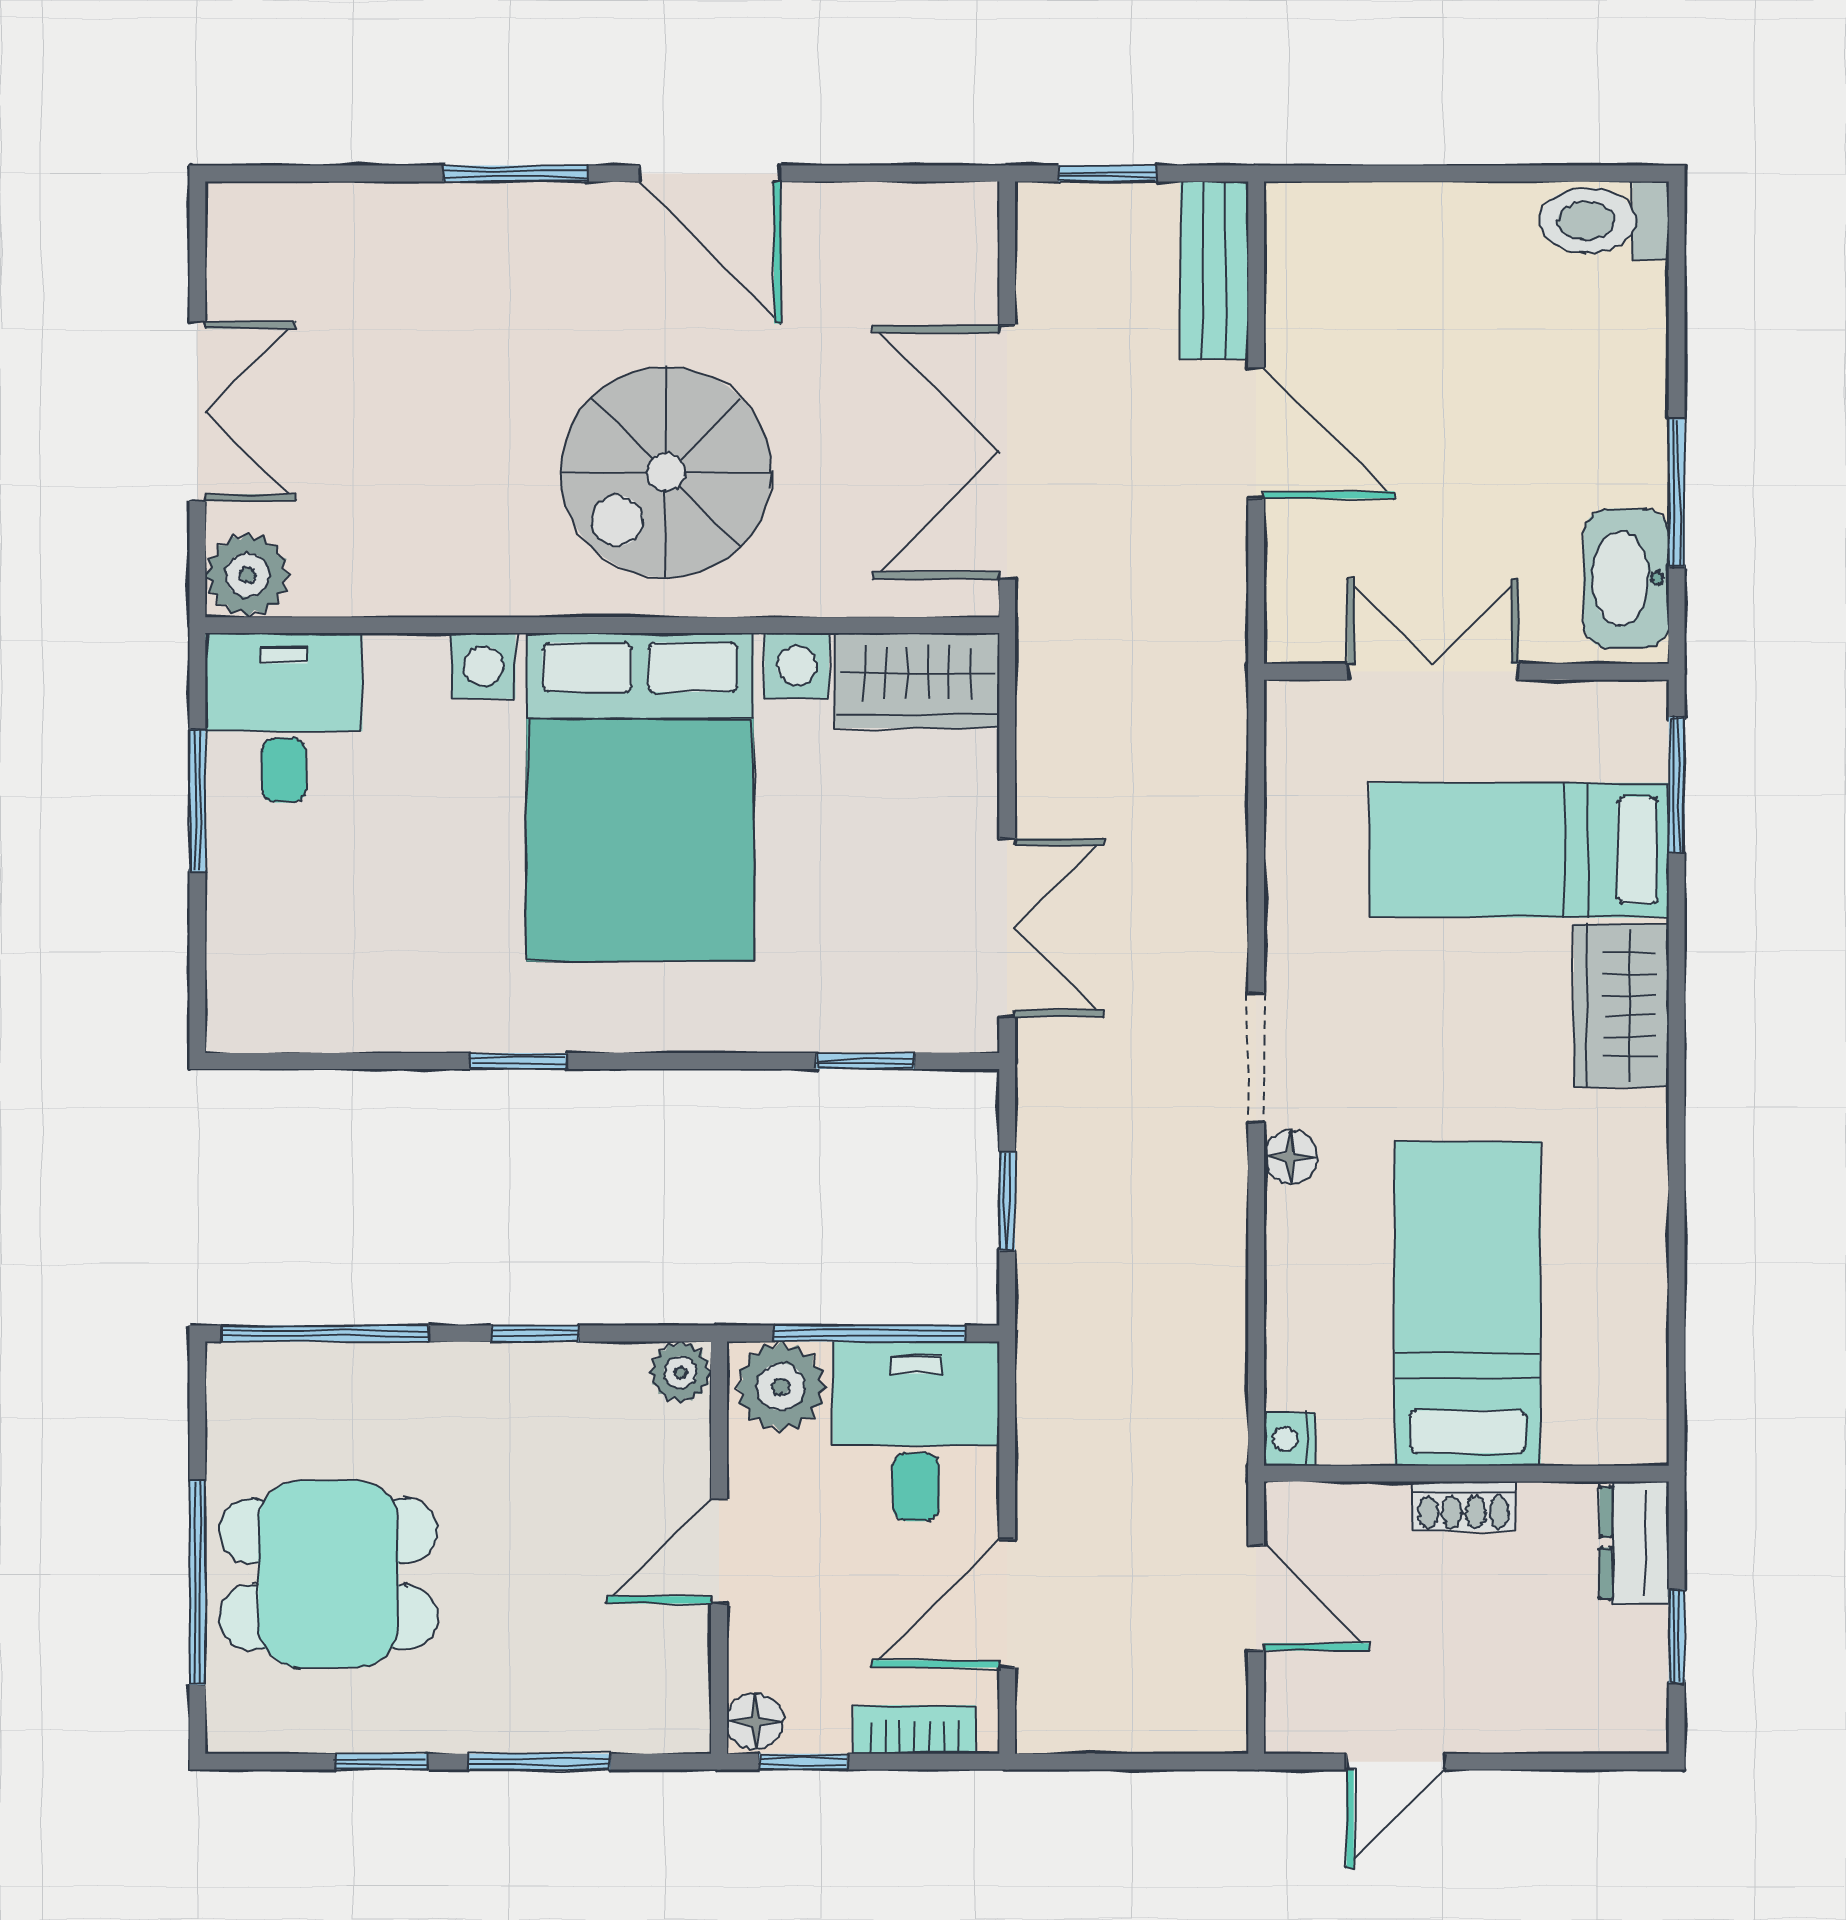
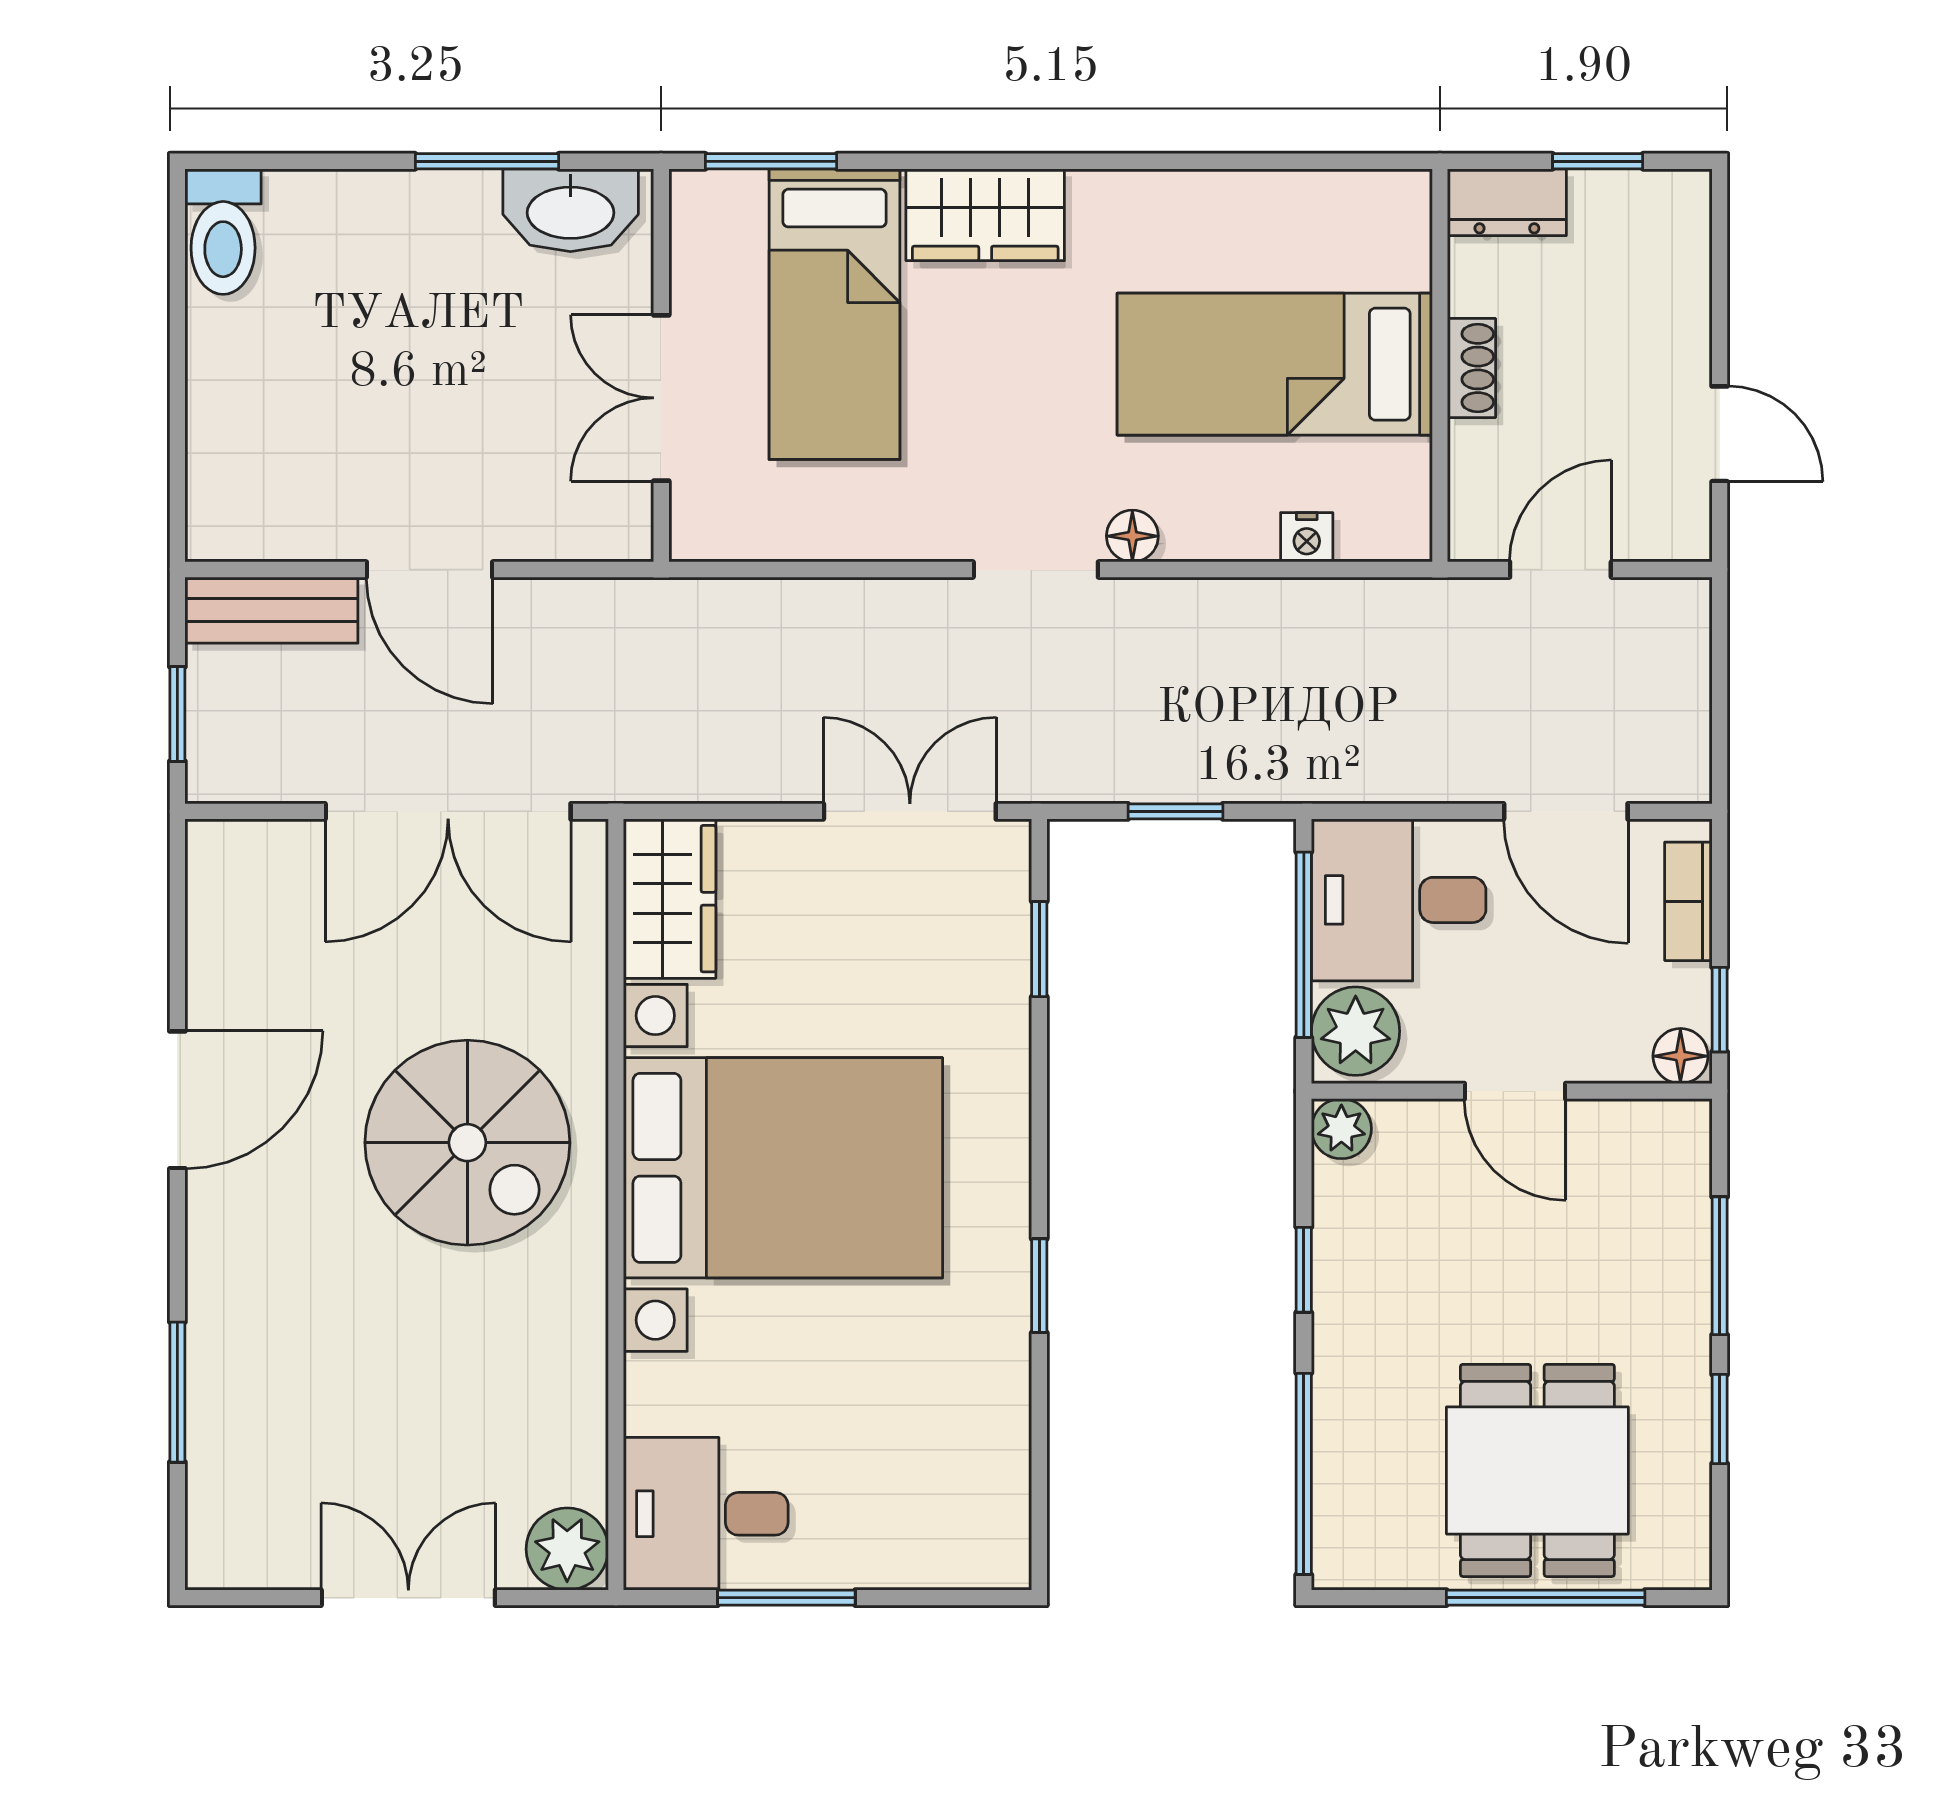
window: (516, 174) -> (177, 1392), moved
door: (1256, 433) -> (429, 570), swing flipped
nightstand: (1289, 1439) -> (1307, 537), moved

